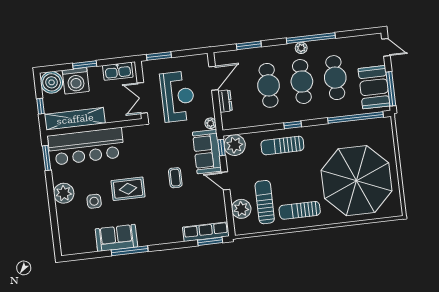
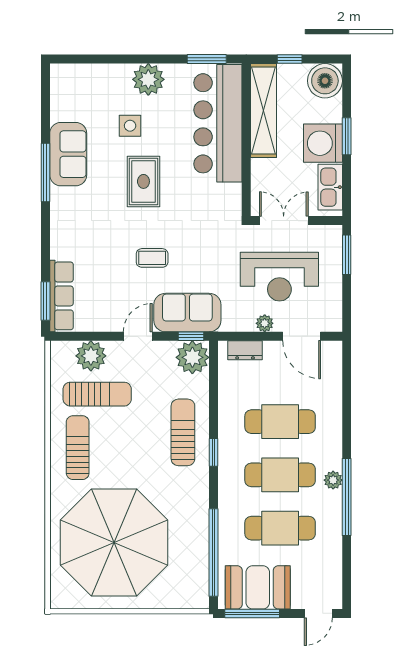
window: (249, 45) -> (347, 398), removed
washing machine: (76, 81) -> (323, 143), moved
dresser: (225, 101) -> (245, 350), moved
plant: (210, 123) -> (265, 323), moved

